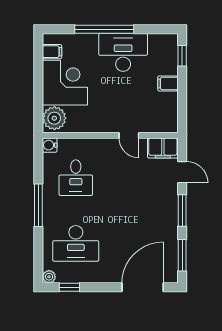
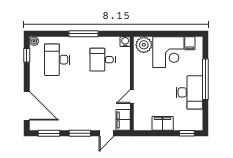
filing cabinet: (168, 83) -> (163, 123), width x2.00

